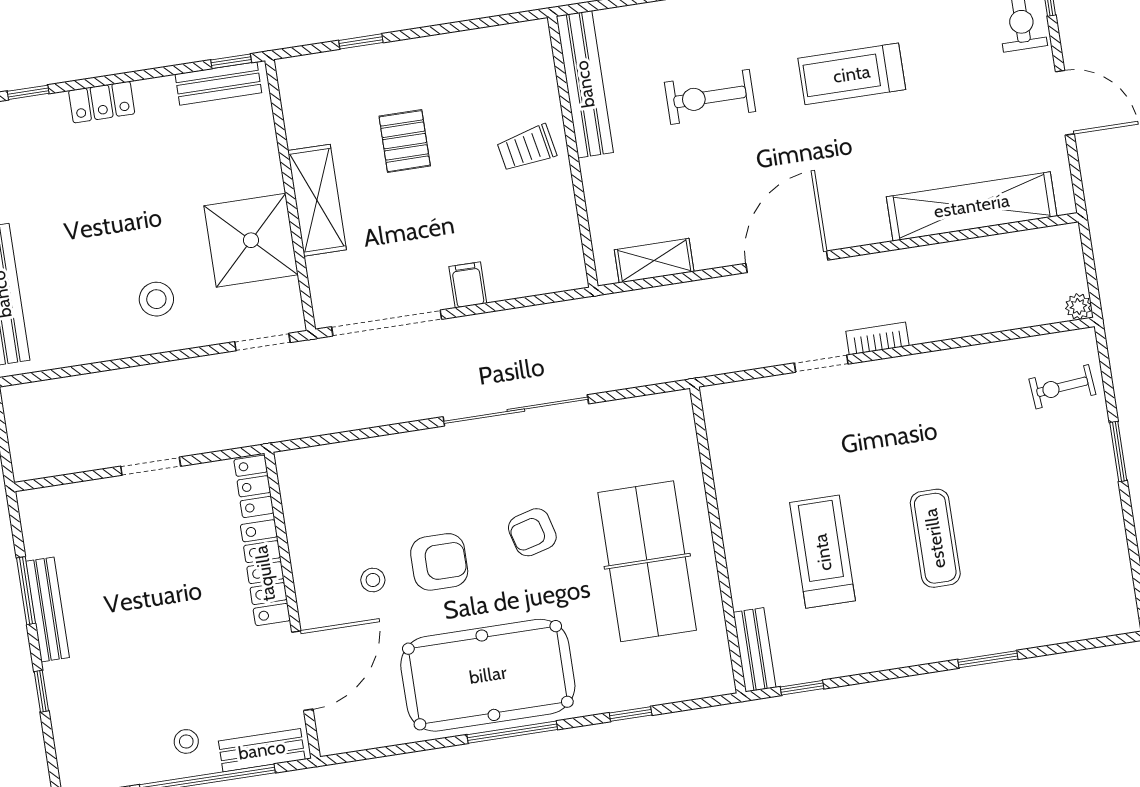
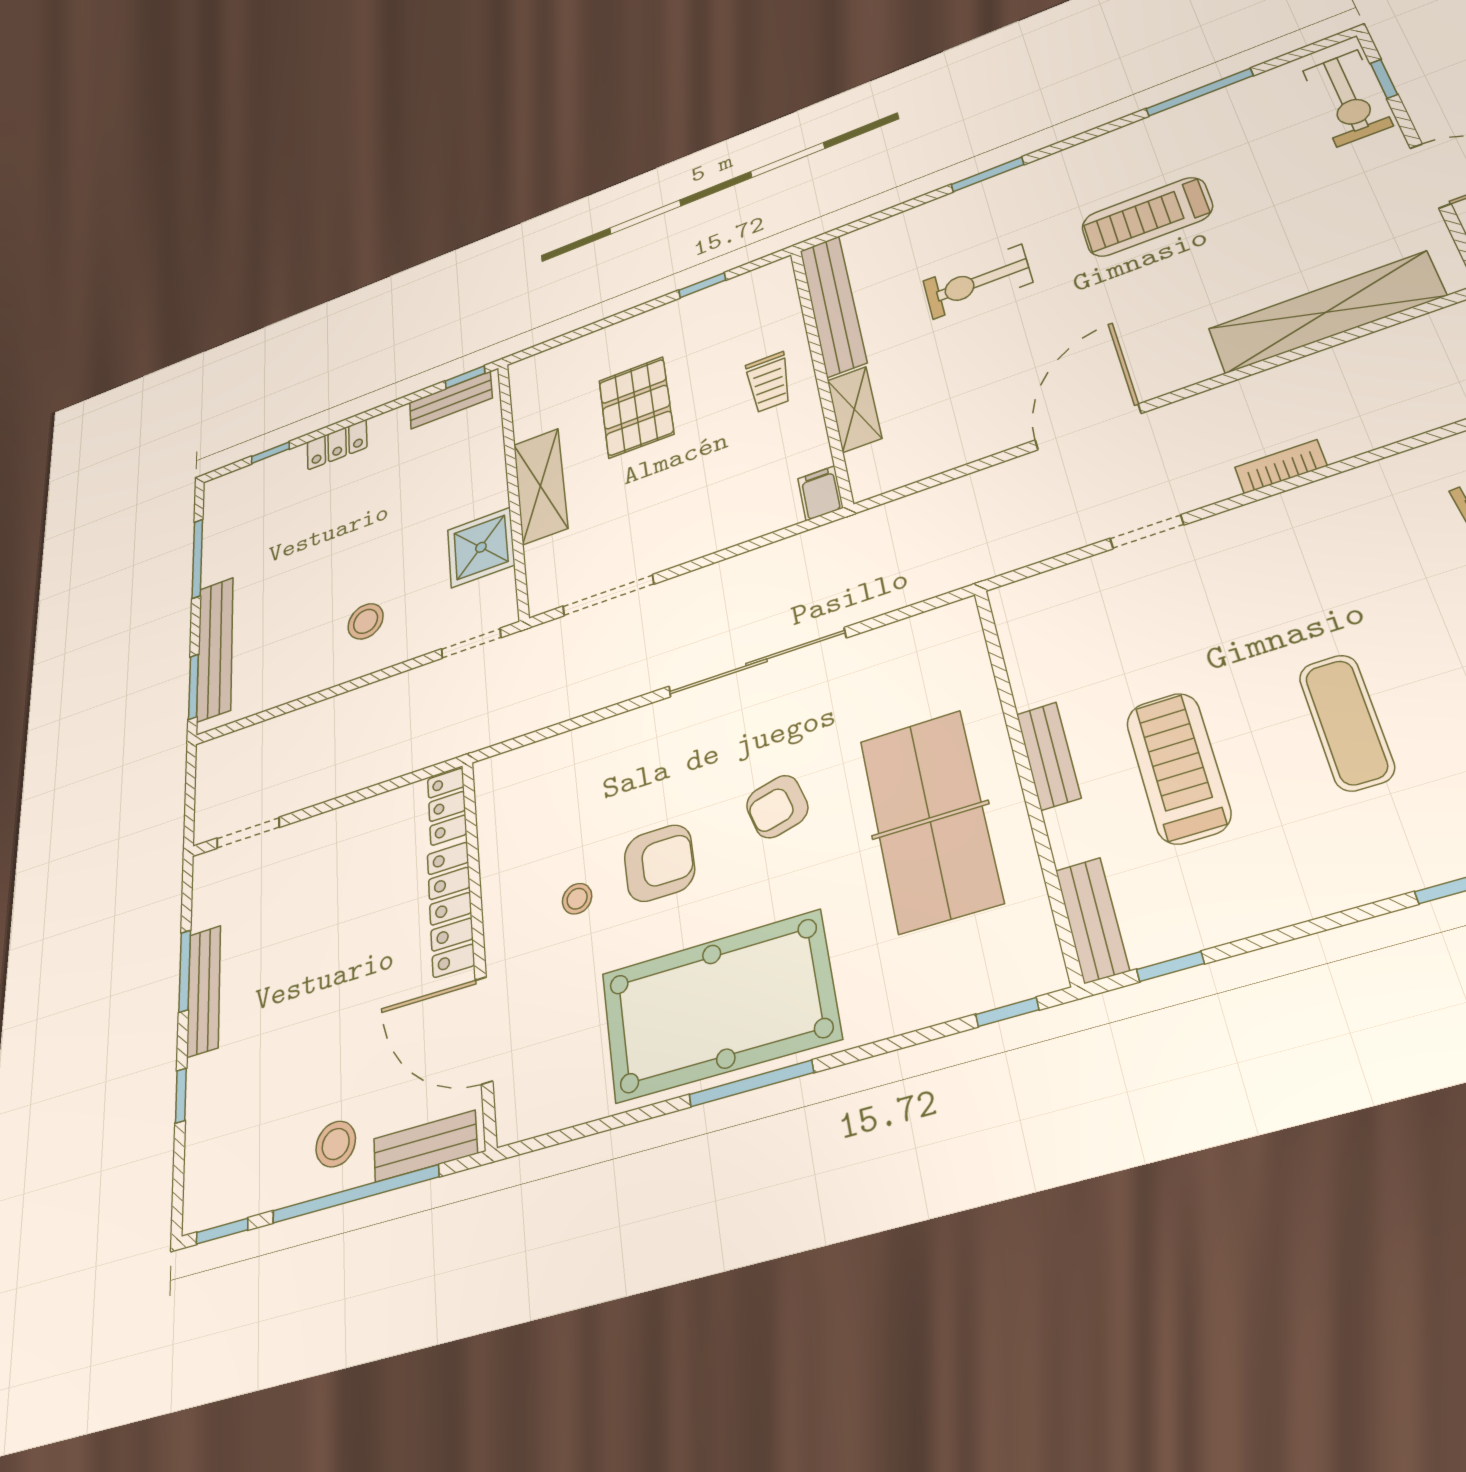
window: (361, 41) -> (702, 285), moved
pallet: (405, 141) -> (636, 407), width x1.50, depth x1.42
trolley: (527, 148) -> (769, 382), turned -79
shower: (251, 240) -> (481, 547), width x0.73, depth x0.73
shelving: (654, 261) -> (854, 409), moved, turned 90
filing cabinet: (468, 285) -> (820, 493), moved
doorway: (387, 323) -> (608, 595), width x0.73
bookcase: (877, 338) -> (1281, 467), moved
doorway: (151, 466) -> (248, 833), moved
bench: (735, 527) -> (1048, 756), added
door: (302, 671) -> (484, 1030), swing flipped
window: (631, 714) -> (1007, 1012), moved
stool: (186, 741) -> (336, 1144), width x1.37, depth x1.37

